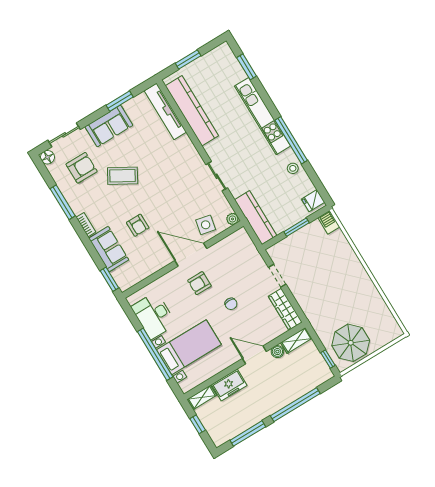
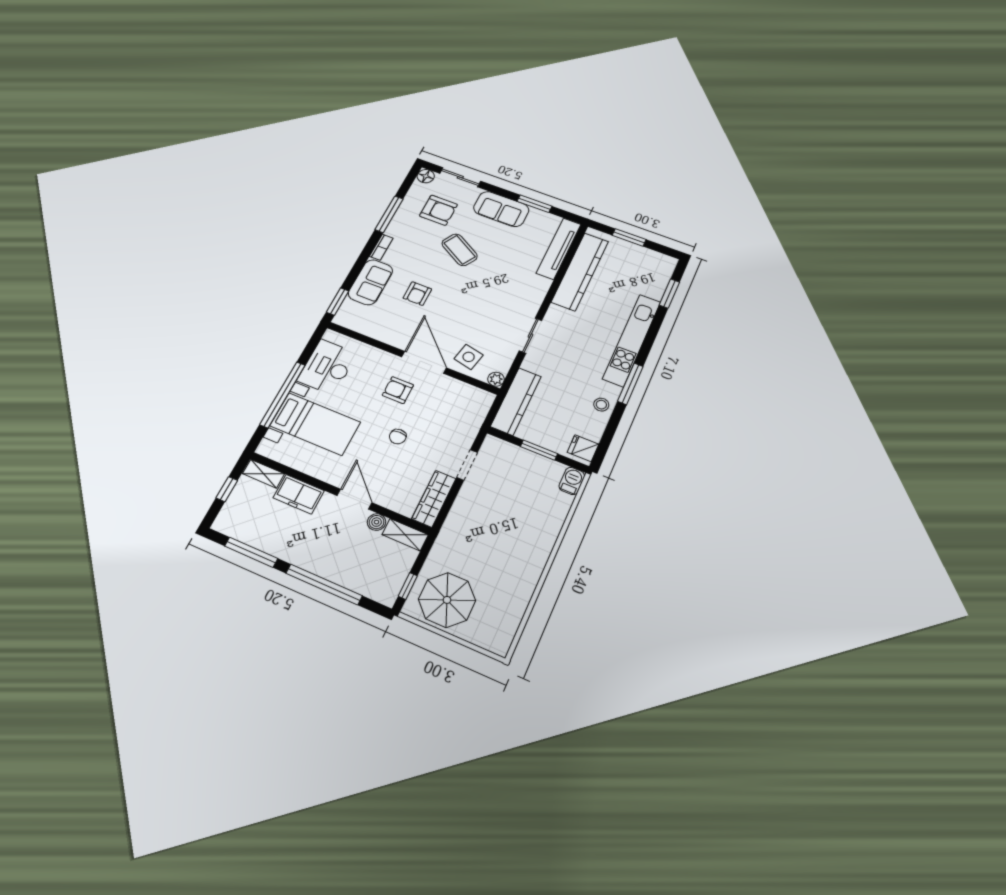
window: (291, 140) -> (630, 384), width x0.68

